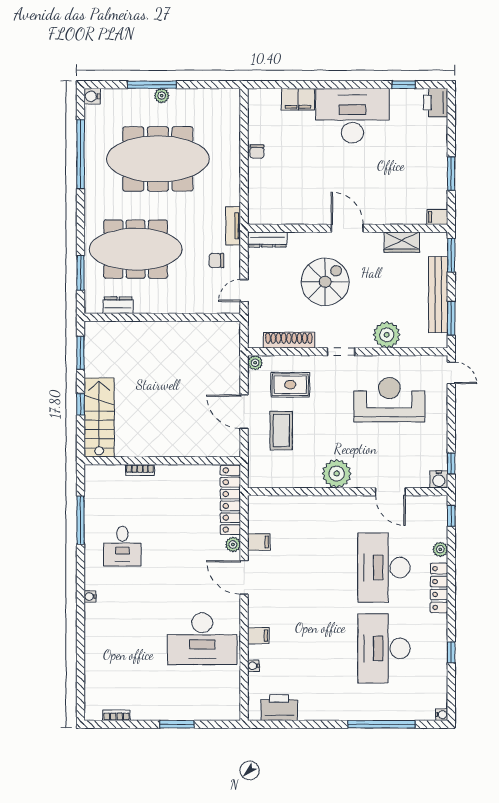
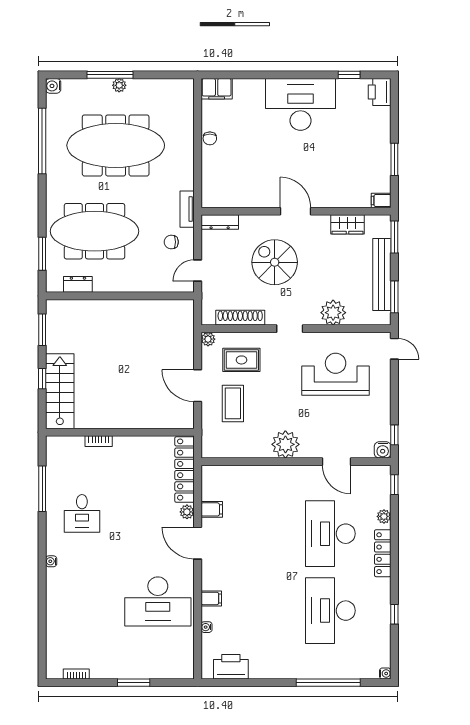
filing cabinet: (298, 99) -> (217, 89), moved
spiral stairs: (325, 282) -> (275, 262), turned -90

